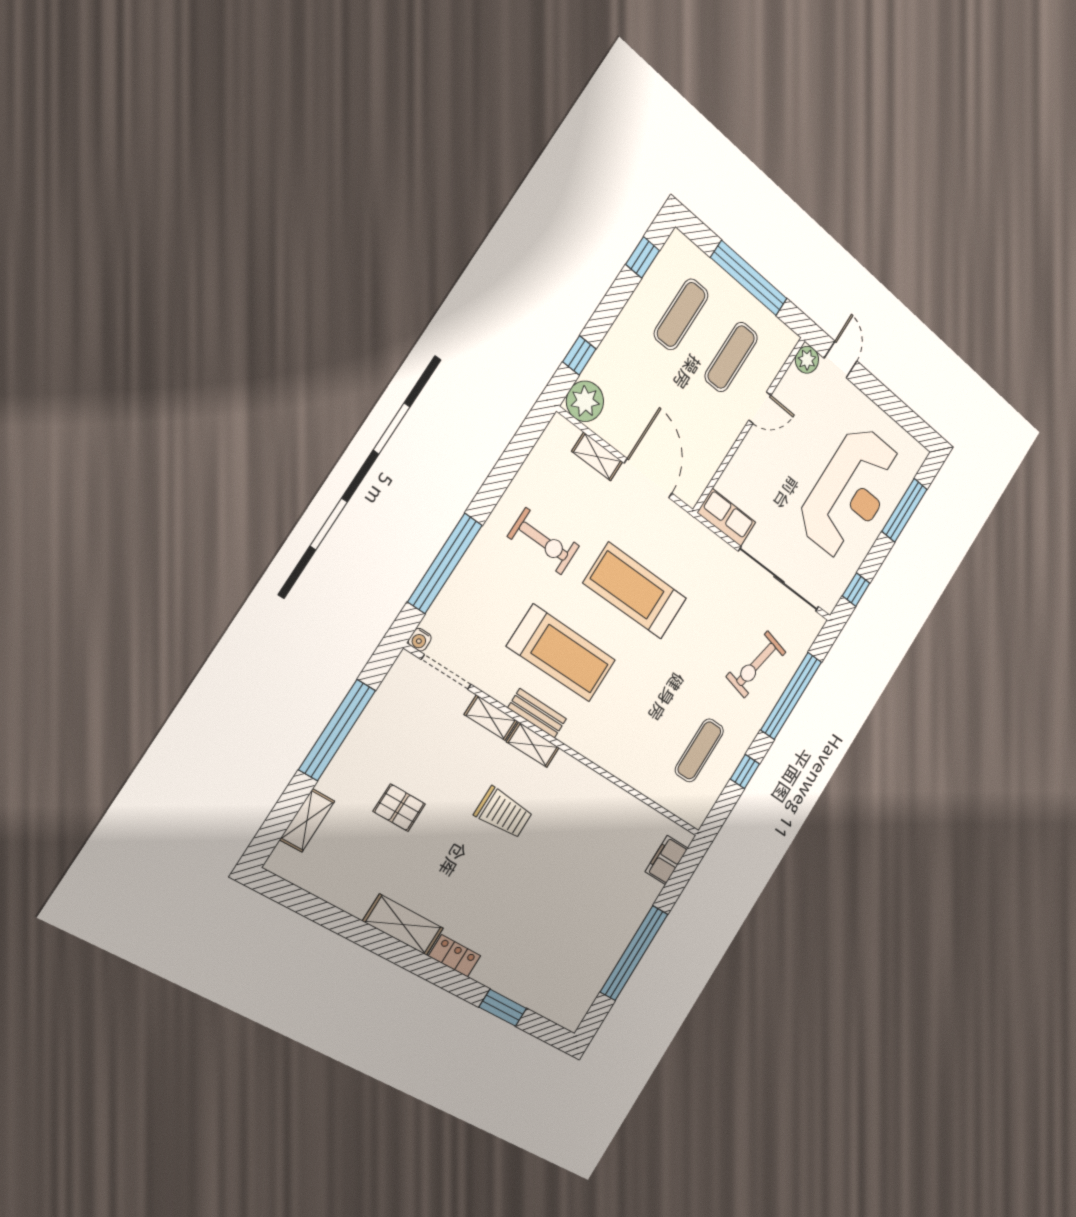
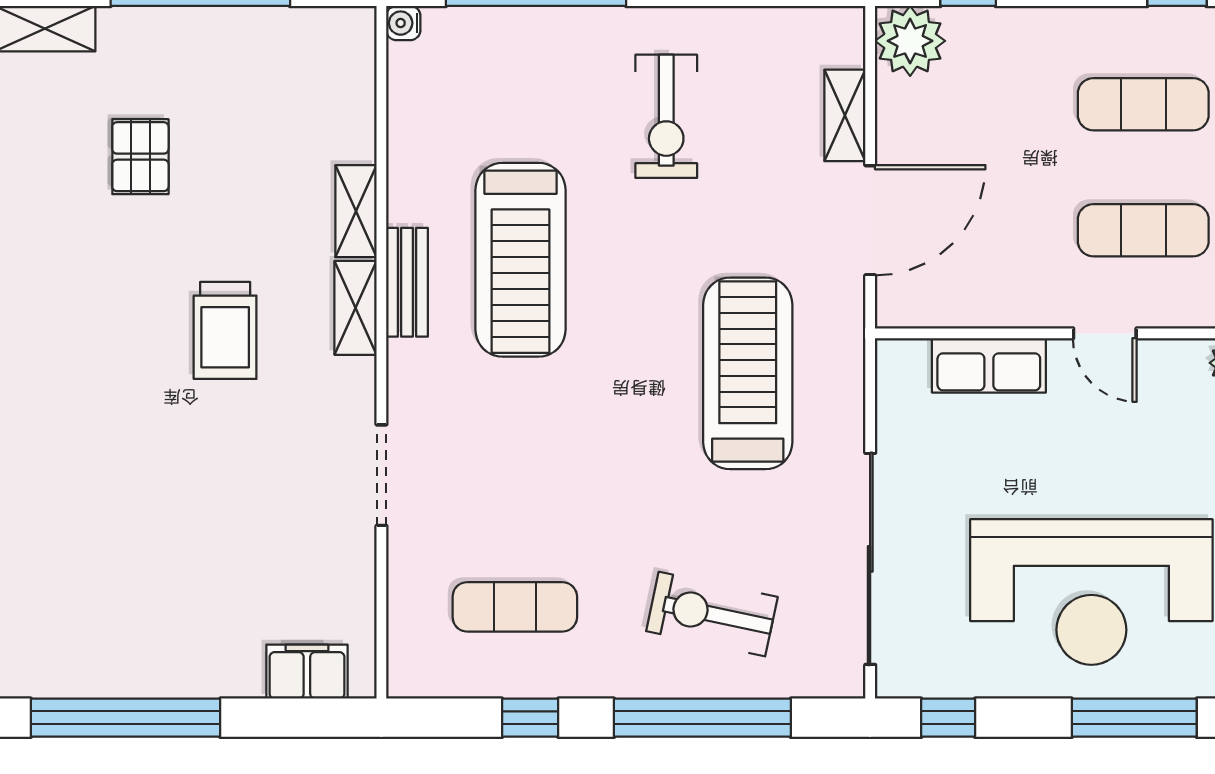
row of seats: (726, 517) -> (989, 365), moved, turned 90
treadmill: (635, 591) -> (748, 373), moved
doorway: (446, 672) -> (381, 475), moved

